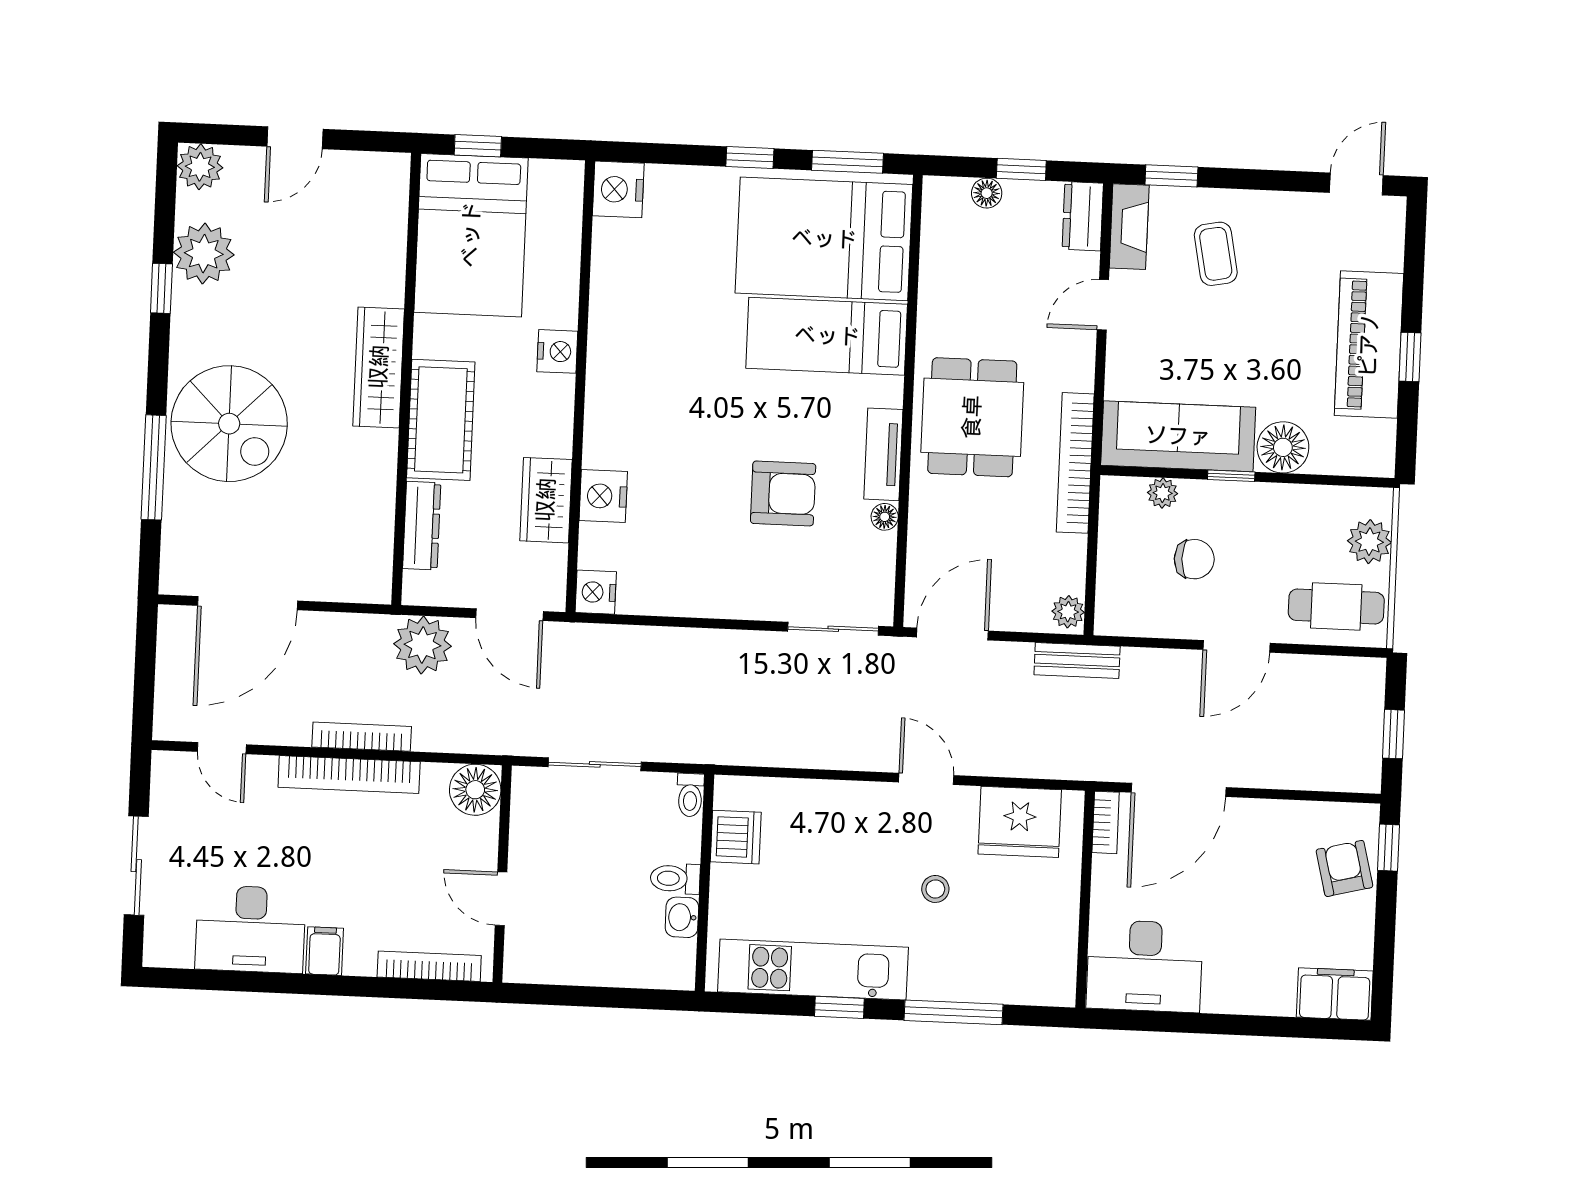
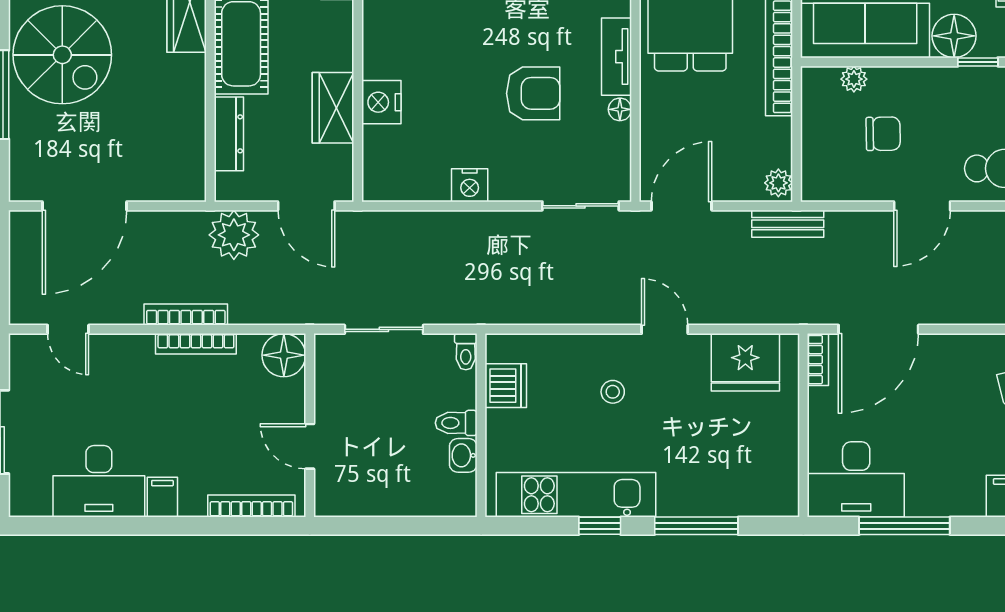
window: (1231, 476) -> (978, 62), moved
nightstand: (596, 592) -> (470, 185), moved, turned -90
bookcase: (349, 775) -> (196, 344), width x0.68, depth x0.76
stool: (935, 889) -> (613, 392), moved
window: (1199, 1023) -> (904, 526), added

